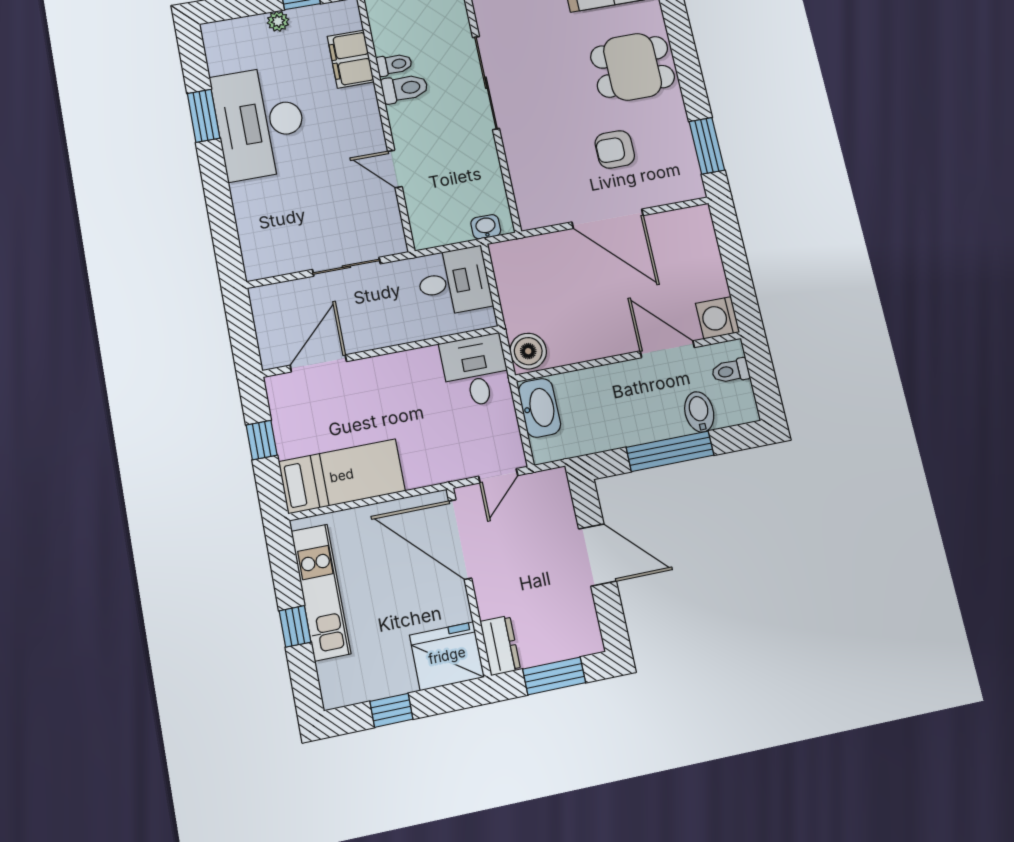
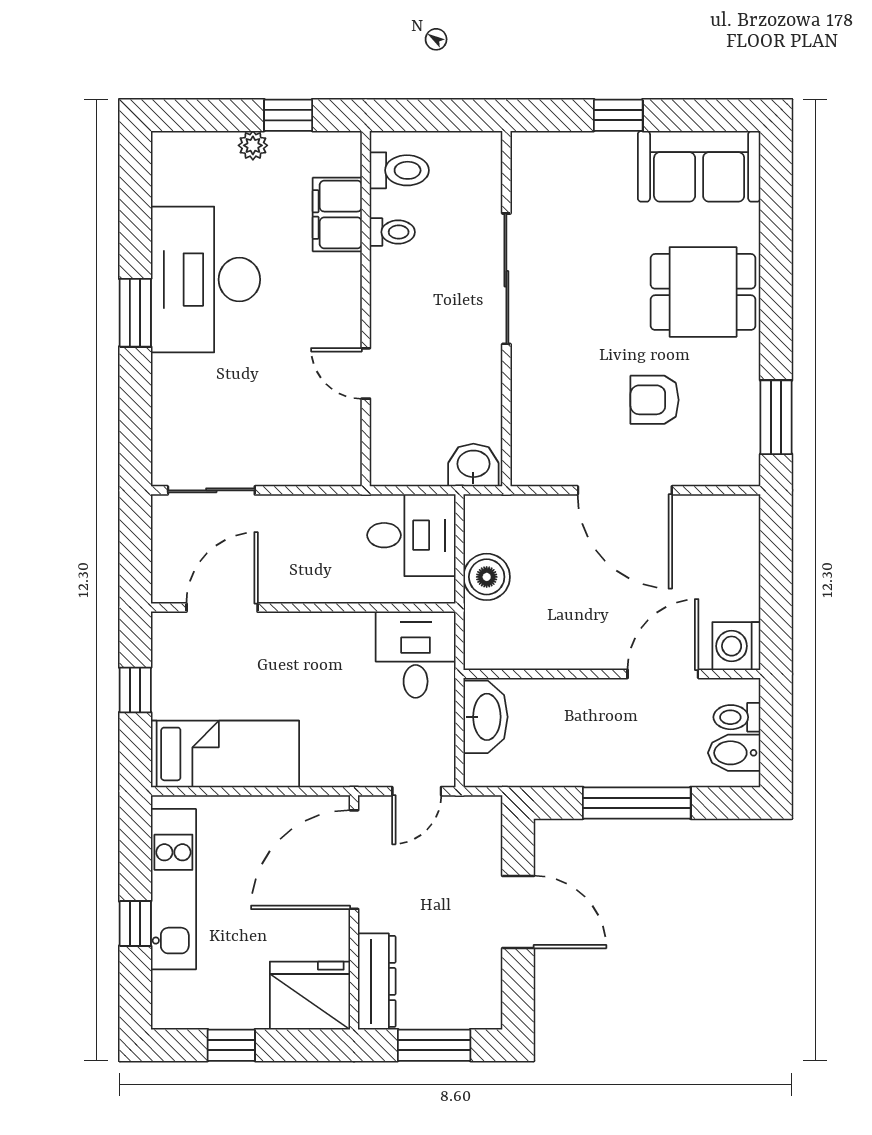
toilet: (405, 88) -> (399, 170), moved
window: (204, 116) -> (135, 313), moved
washbasin: (486, 227) -> (473, 465), width x1.38, depth x1.45
sliding door: (346, 267) -> (211, 490), moved
door: (667, 349) -> (663, 674), hinge flipped
boiler: (528, 351) -> (487, 577), moved
bidet: (699, 412) -> (734, 753), moved, turned -90
door: (460, 539) -> (354, 860), hinge flipped
dresser: (500, 645) -> (377, 981), width x1.44

